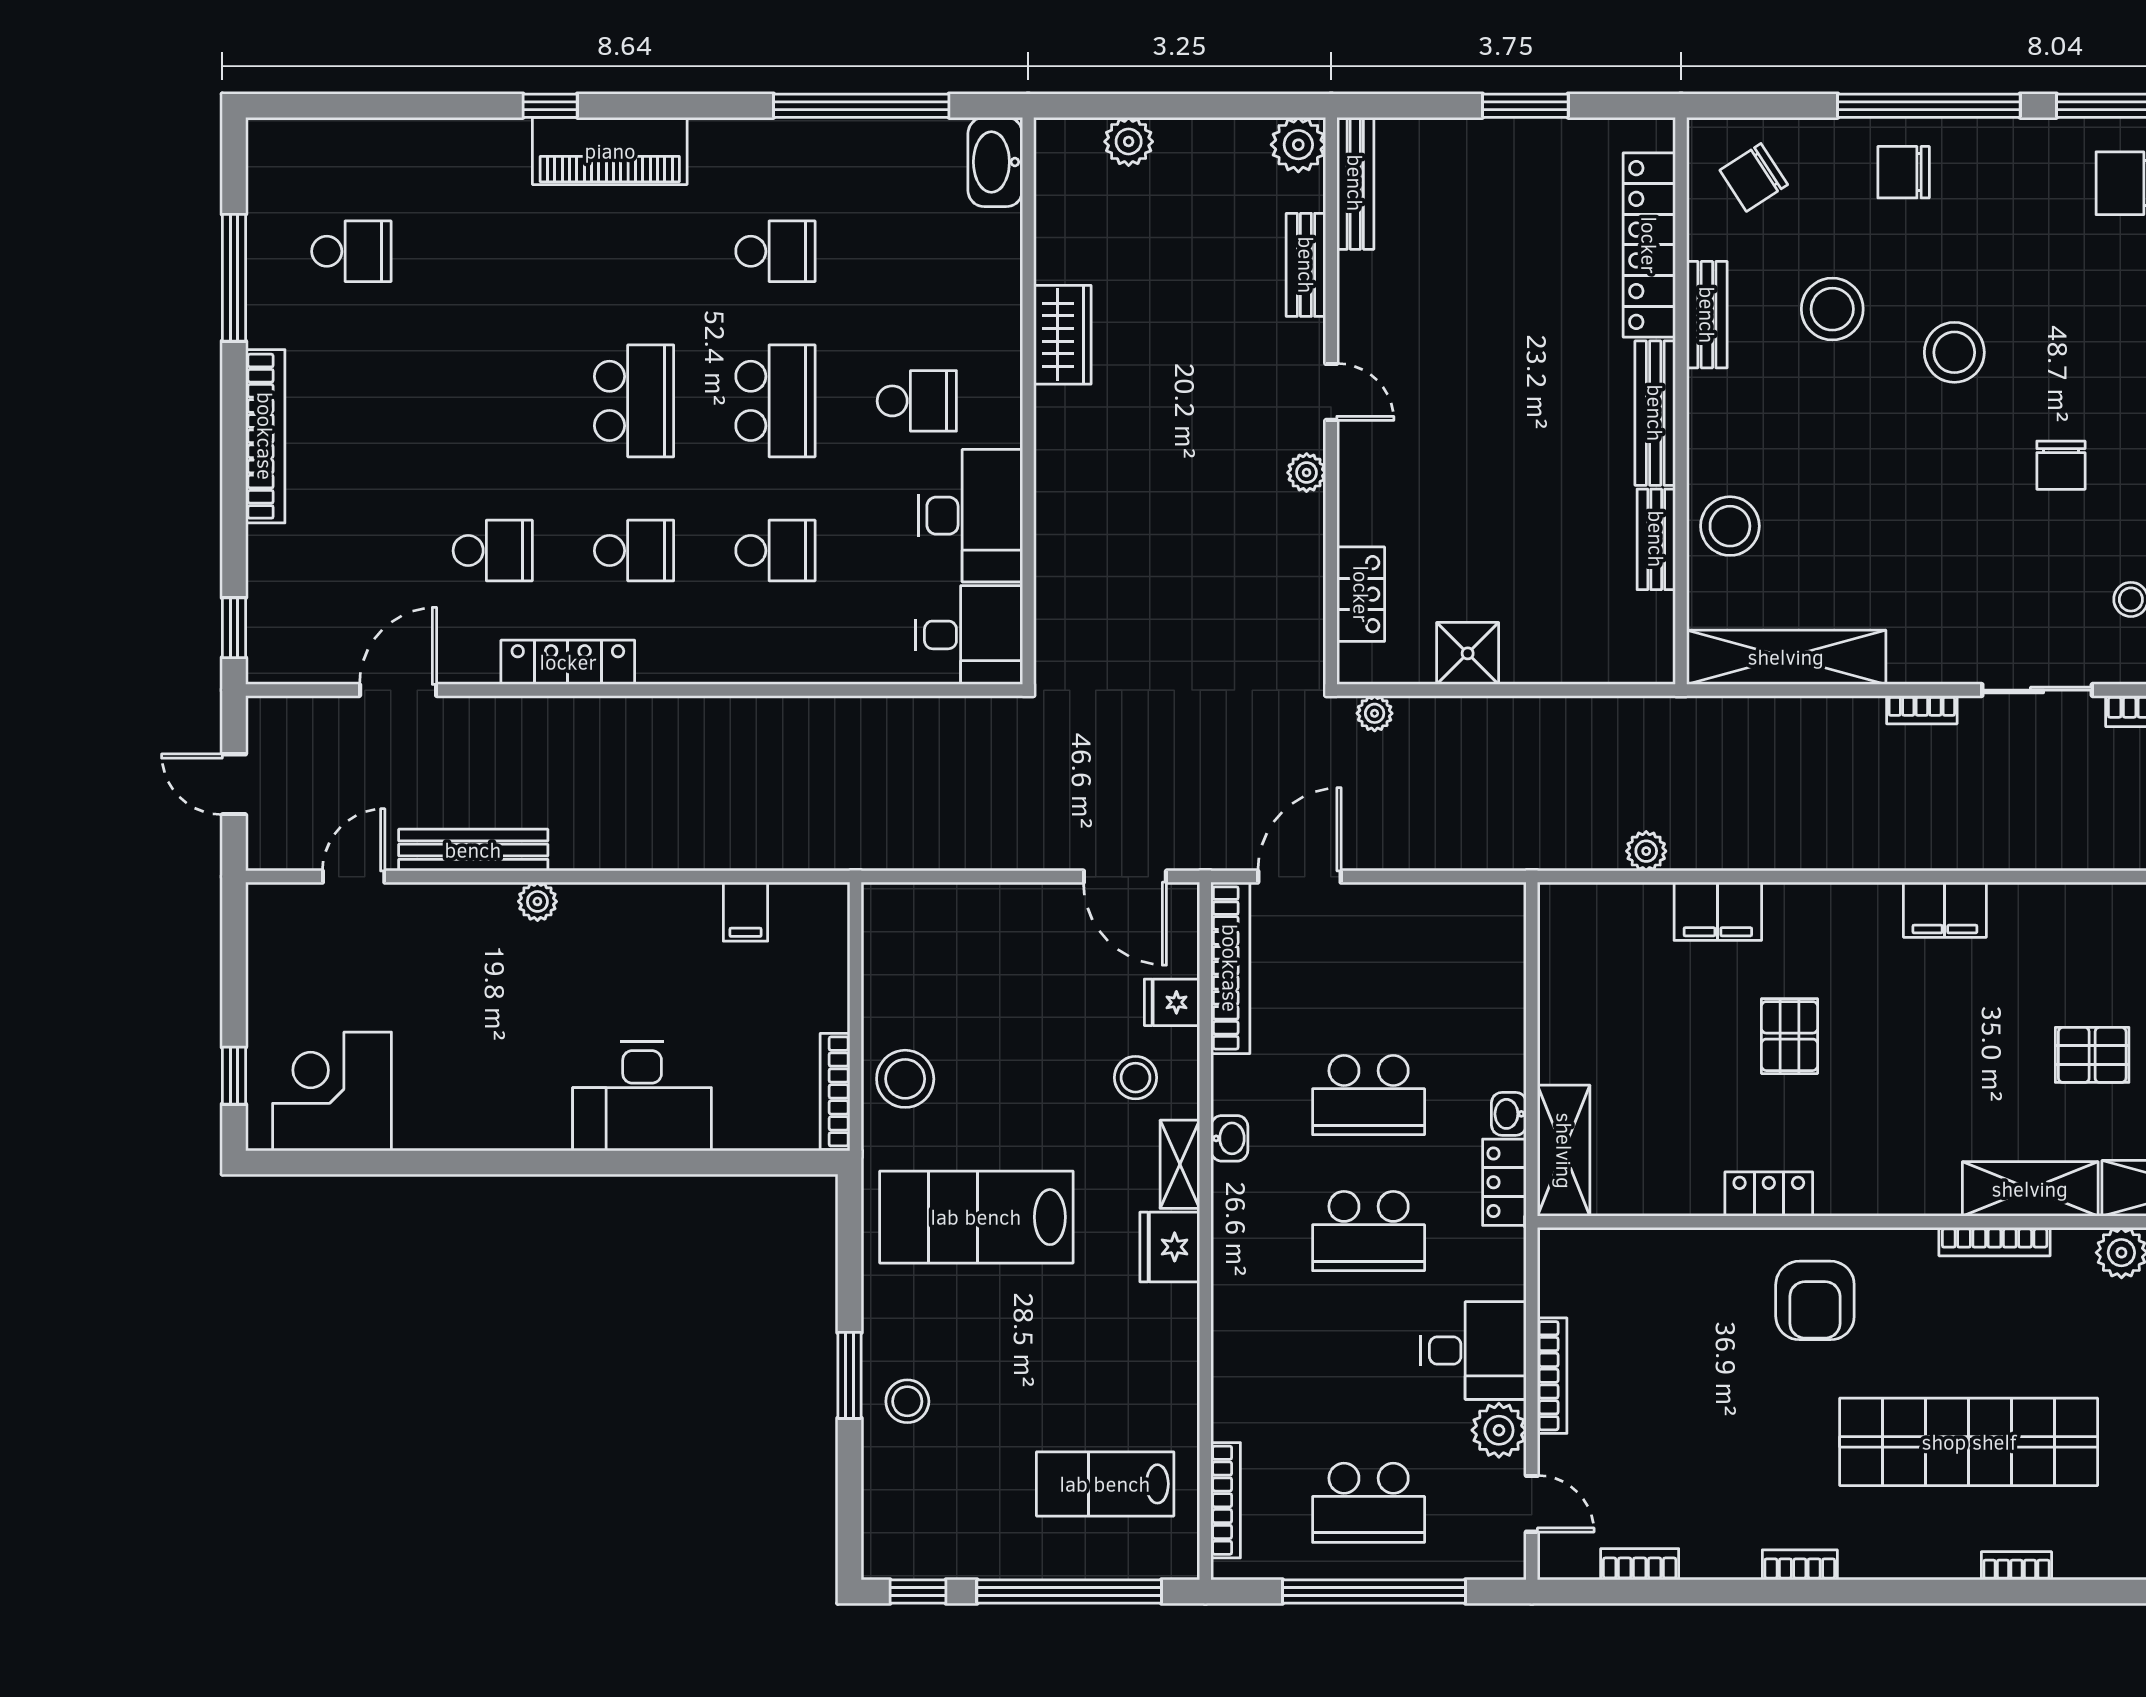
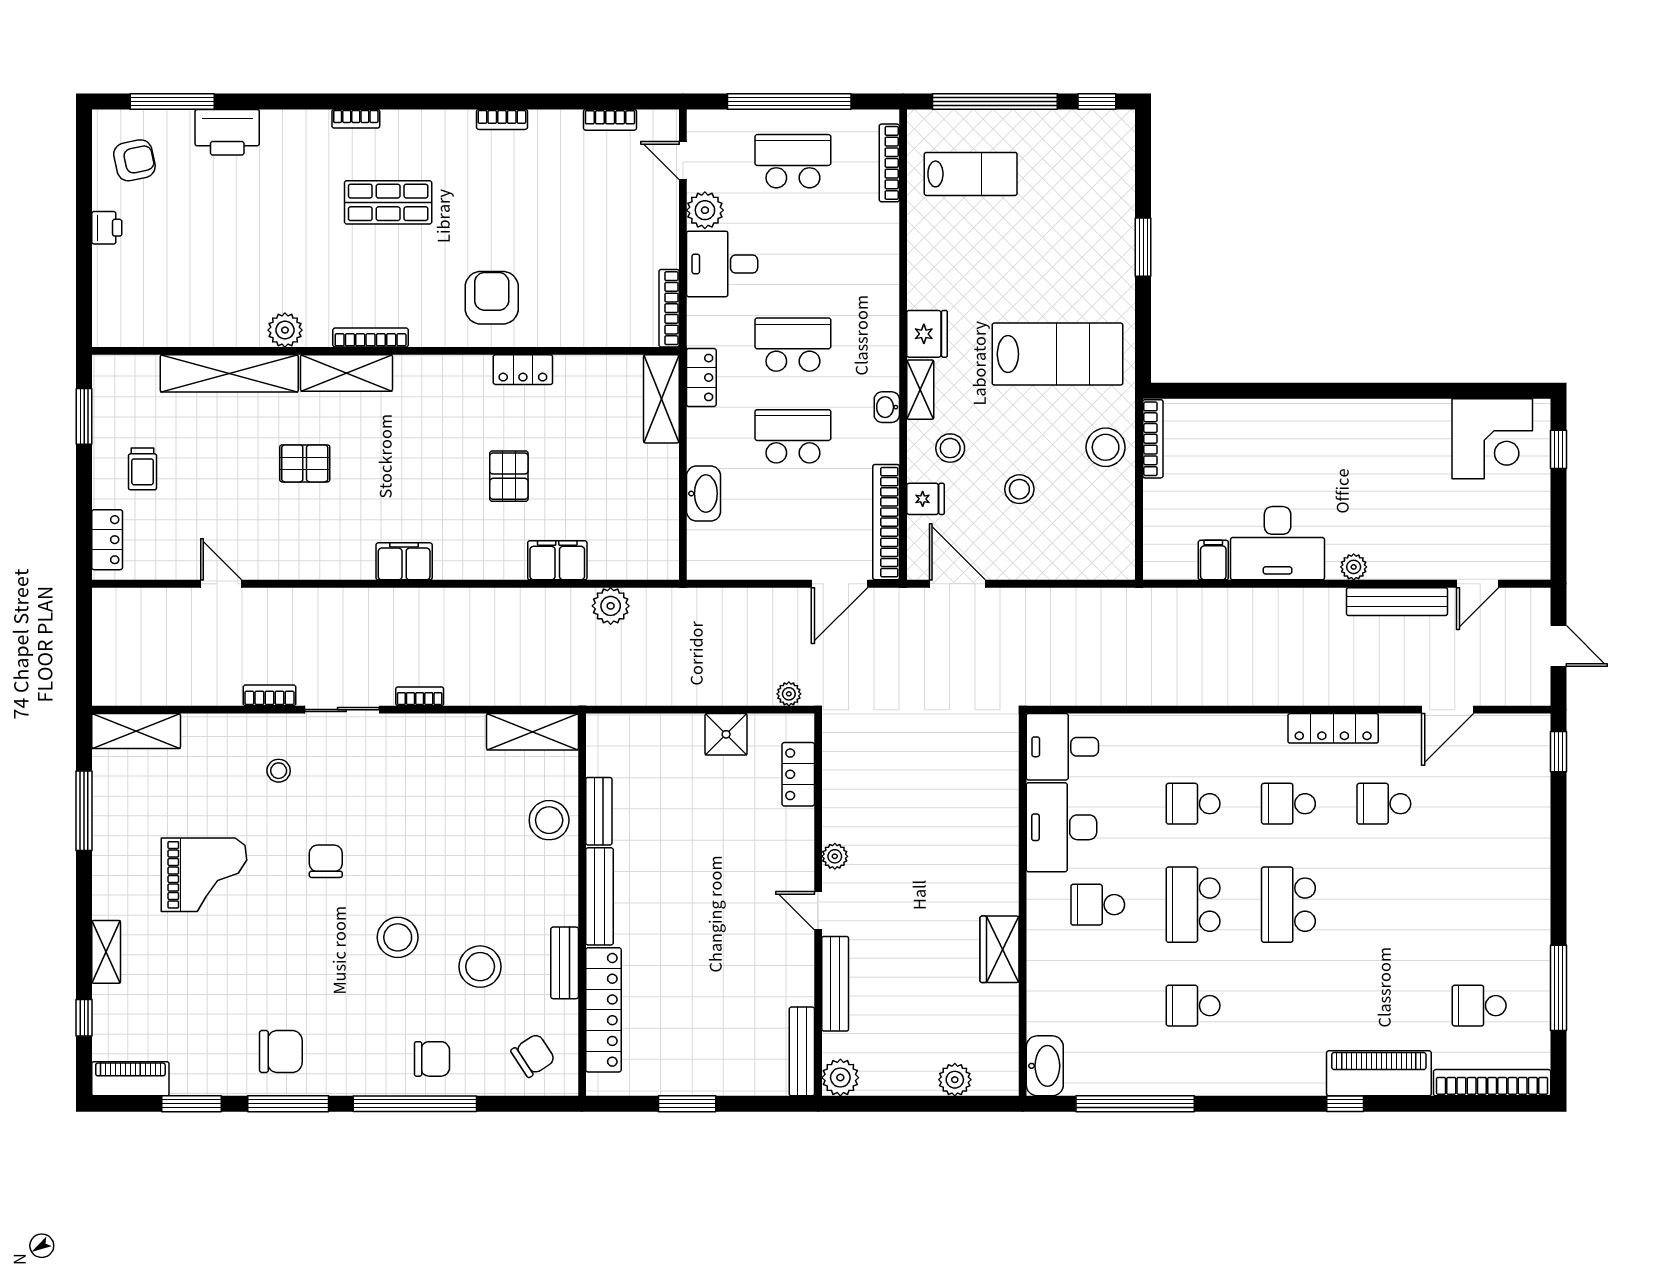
piano: (610, 151) -> (1379, 1073), moved
bench: (1306, 265) -> (835, 984), width x1.36
bookcase: (265, 436) -> (1492, 1083), moved, turned 90
shelving: (1786, 657) -> (533, 732), width x0.68
plant: (1646, 851) -> (611, 606), width x1.38, depth x1.38
desk: (642, 1096) -> (1278, 543), moved, turned 180
washbasin: (1509, 1114) -> (704, 494), moved, width x1.91, depth x1.45
bookcase: (1552, 1376) -> (669, 308), moved
stool: (907, 1401) -> (1019, 489), moved
shop shelf: (1969, 1442) -> (388, 202), width x0.50, depth x0.74

